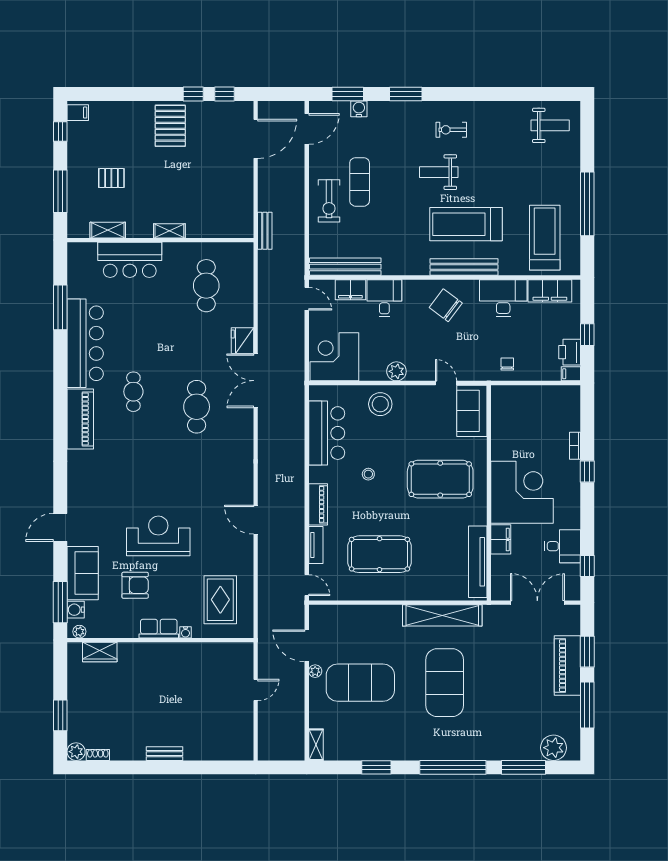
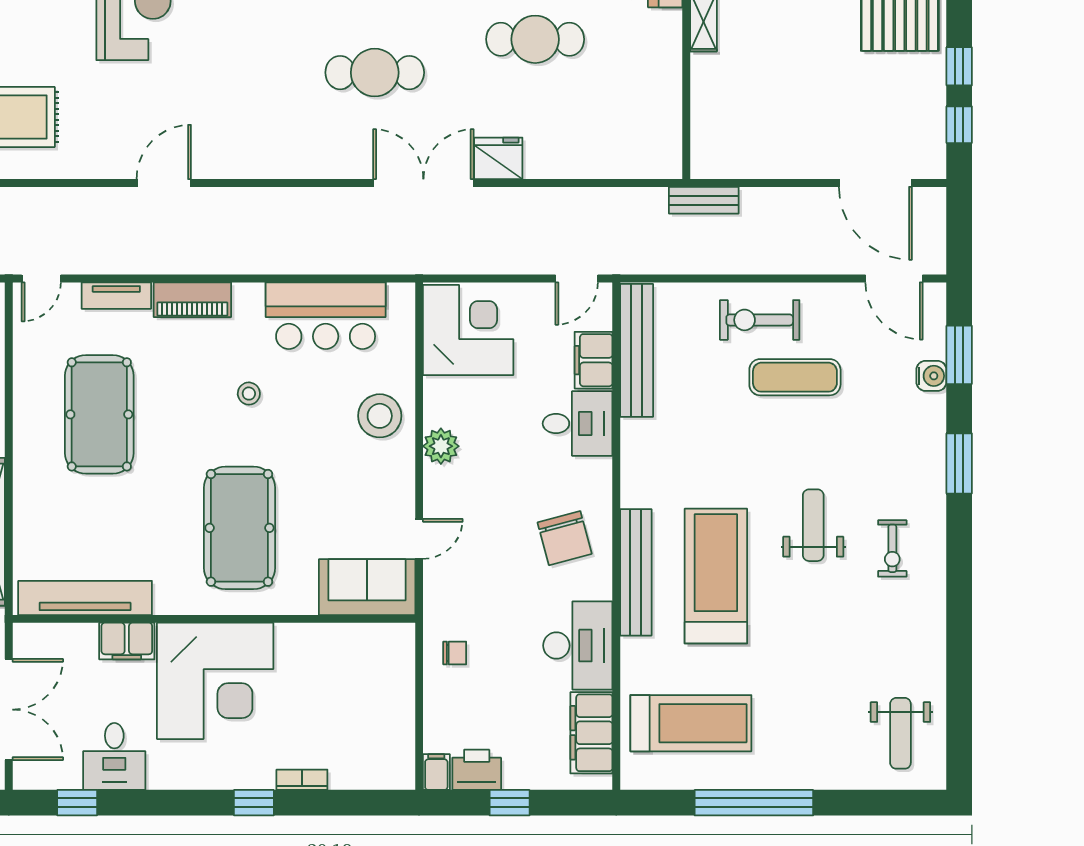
exercise bike: (451, 130) -> (892, 548), turned 180
cafe table: (206, 286) -> (535, 39), moved
chair: (446, 305) -> (565, 538), turned 128

